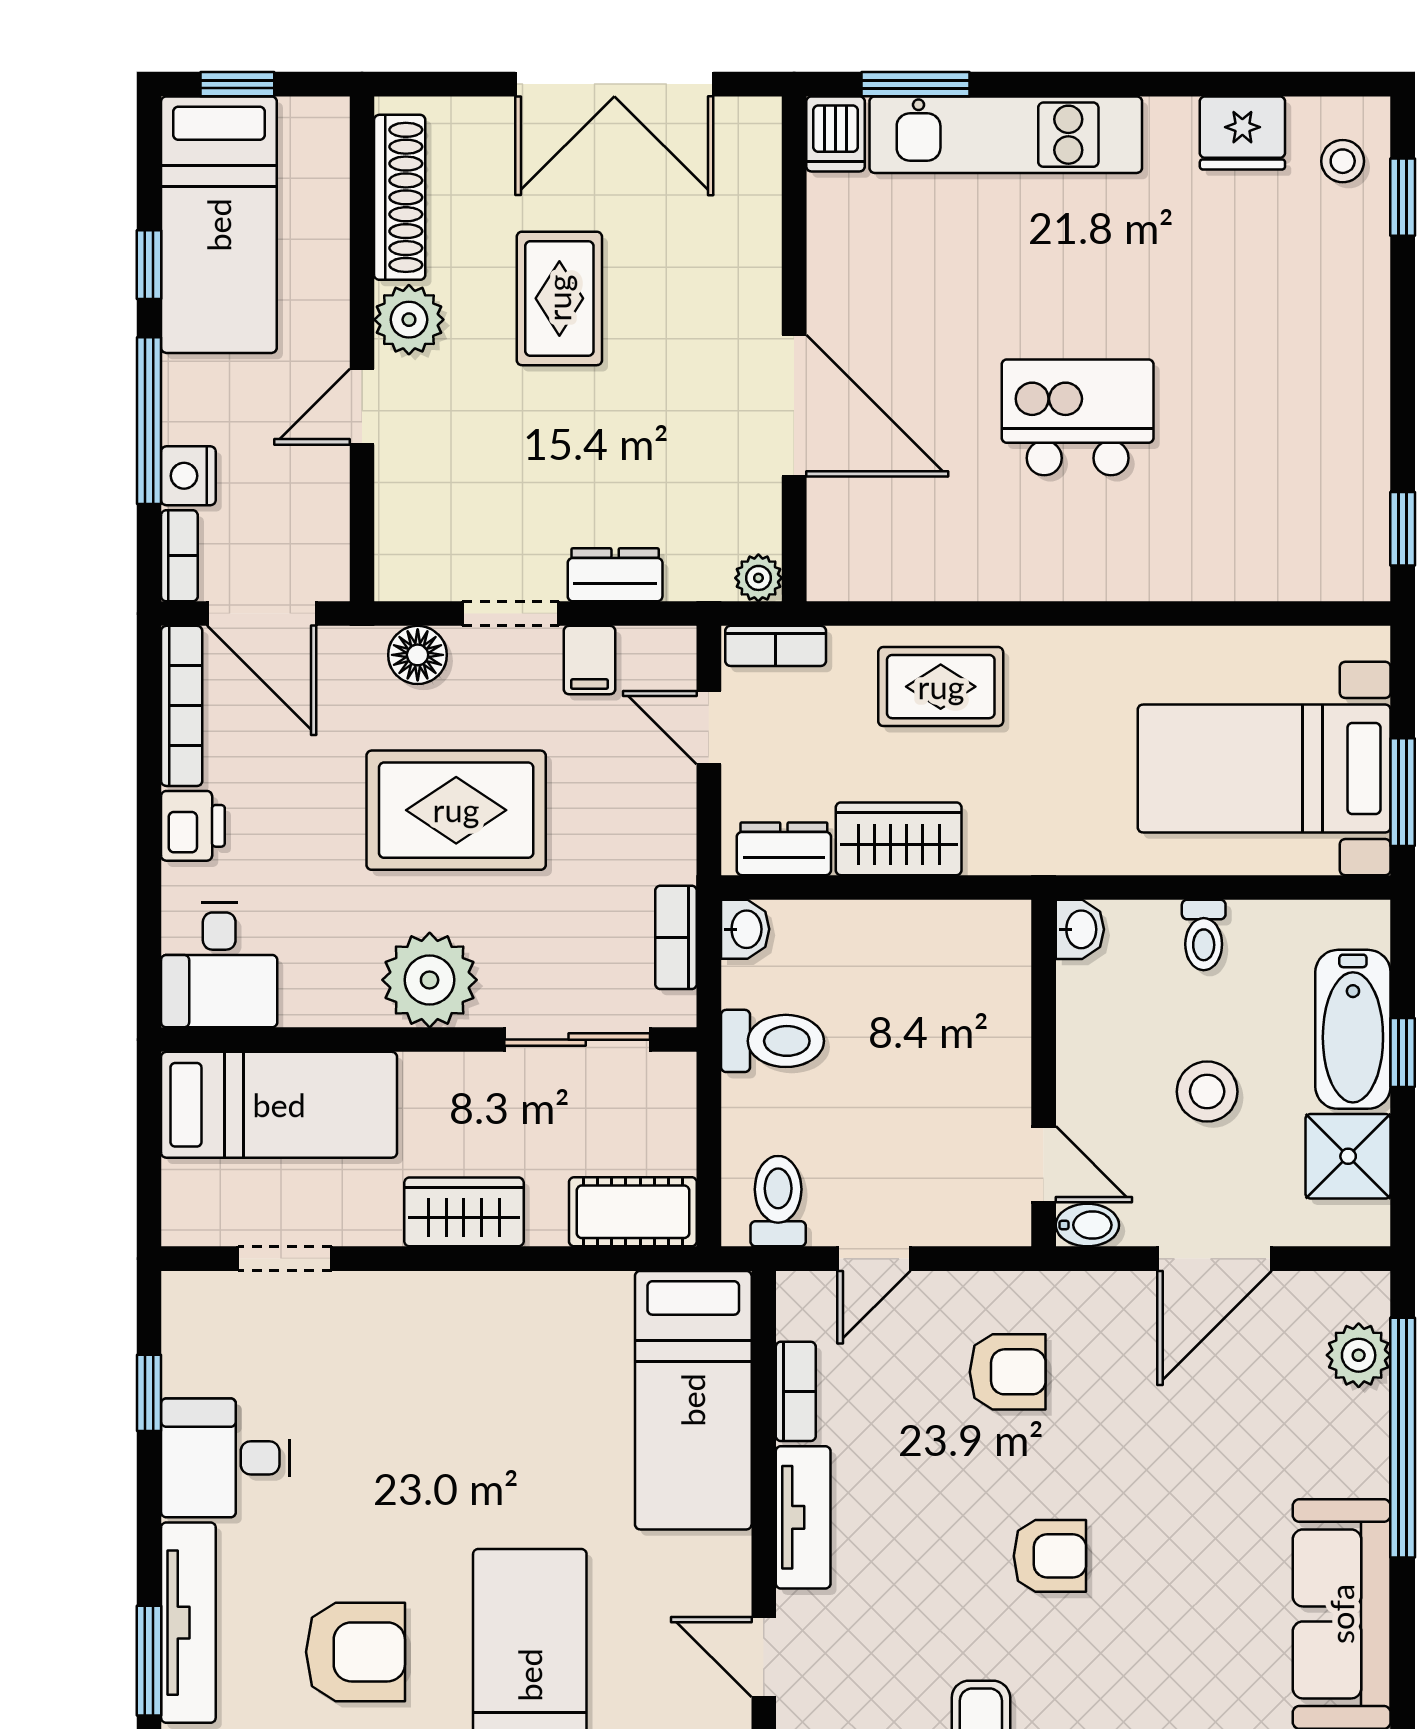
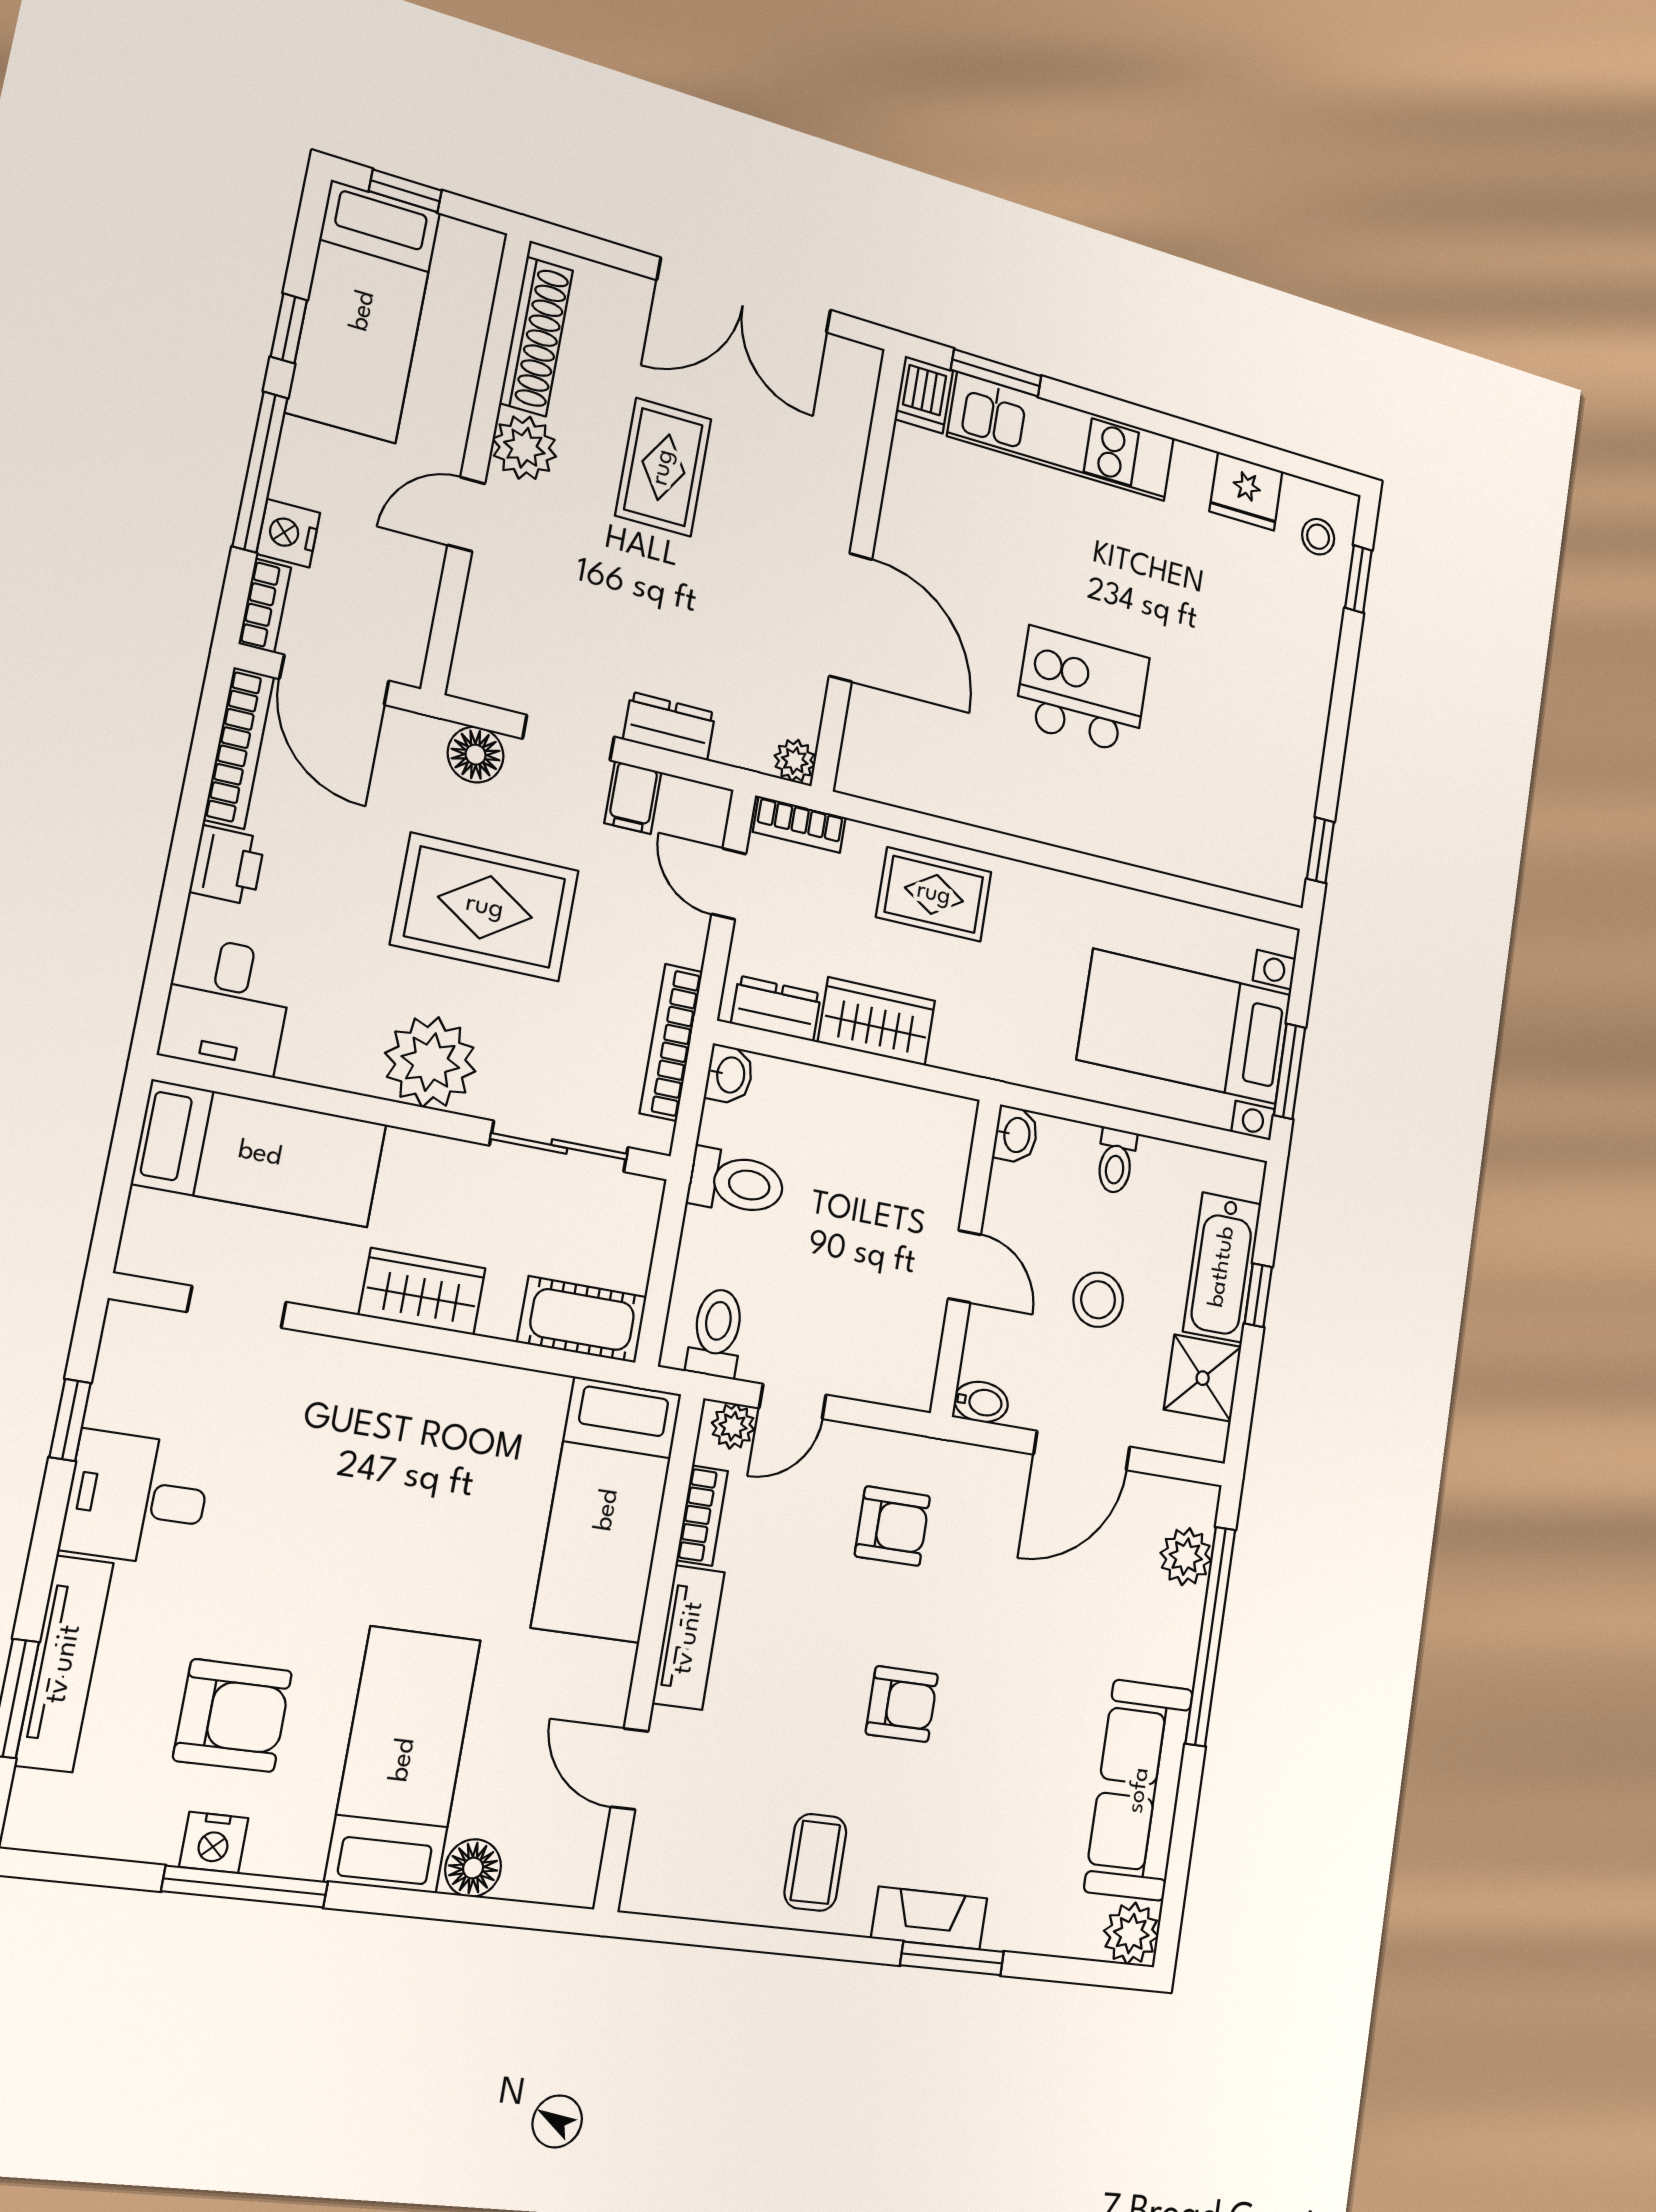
bookcase: (676, 937) -> (671, 1042), width x1.56
door: (1044, 1164) -> (964, 1267), moved
plant: (813, 1295) -> (733, 1426), added

